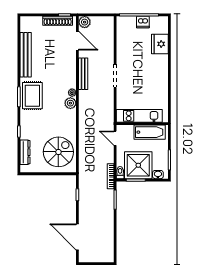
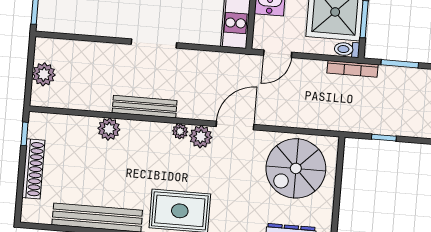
shoe rack: (58, 21) -> (33, 169), moved
plant: (85, 22) -> (44, 74), moved
door: (77, 41) -> (235, 125), moved
plant: (70, 57) -> (109, 129), added
spiral stairs: (58, 152) -> (296, 168), turned -90

